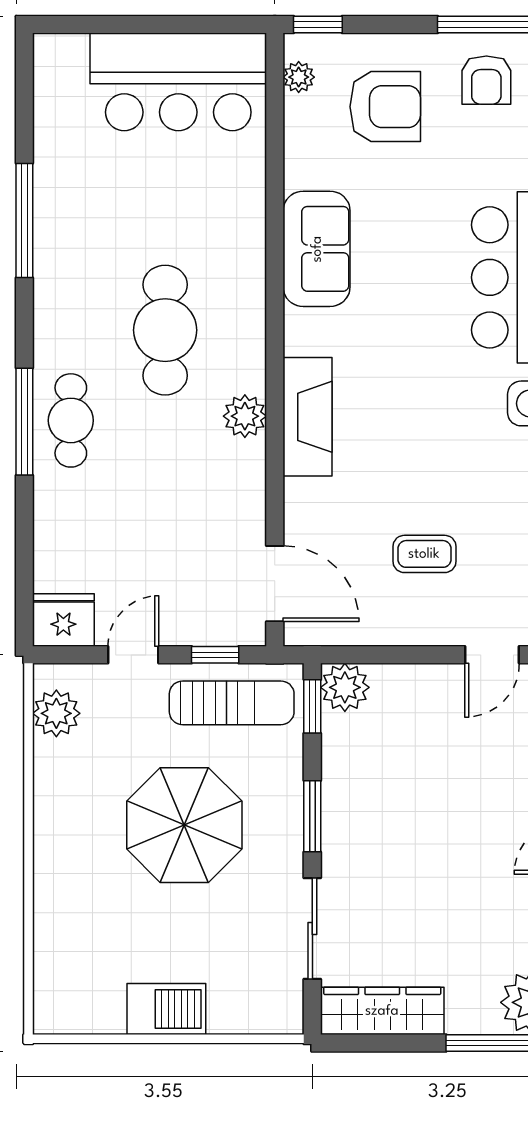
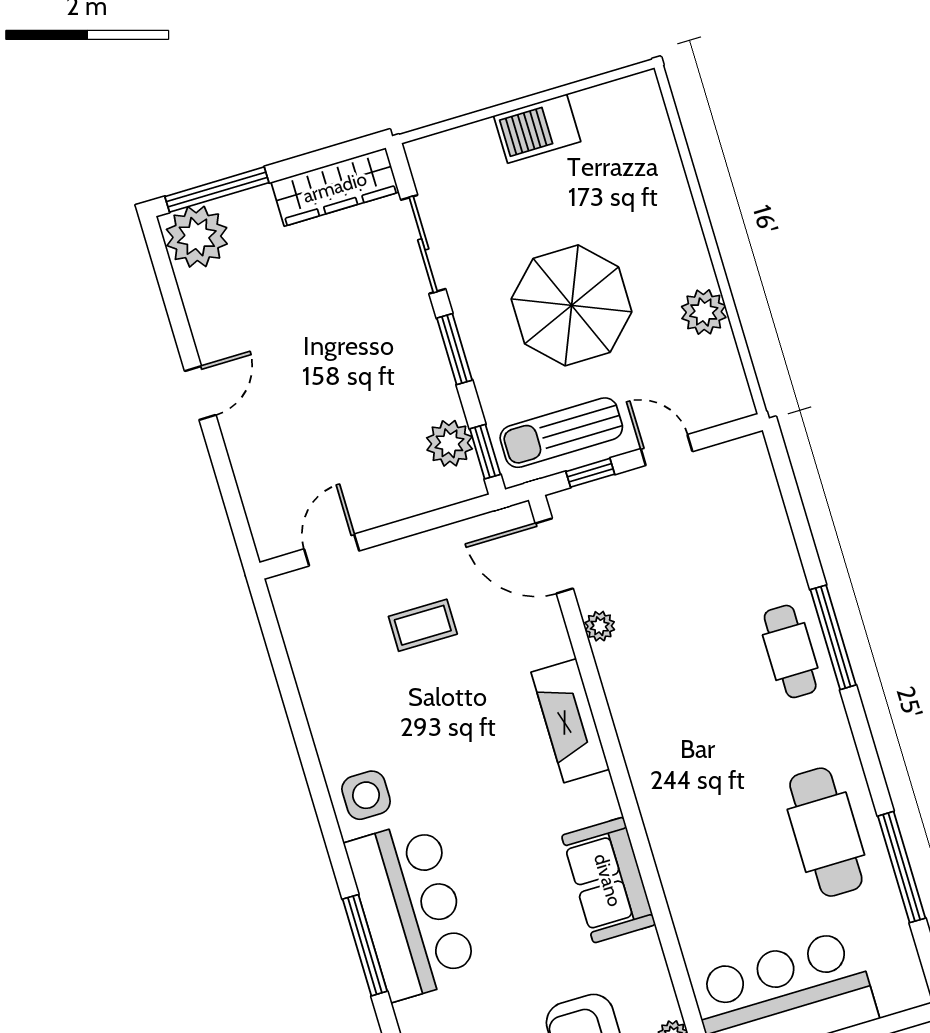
window: (24, 220) -> (902, 867), moved
cafe table: (165, 330) -> (826, 832), moved
plant: (245, 416) -> (600, 626), moved, width x0.73, depth x0.73
fridge: (63, 620) -> (741, 463), removed
door: (133, 655) -> (667, 450), swing flipped
plant: (345, 687) -> (449, 443), moved
plant: (56, 713) -> (704, 312), moved

